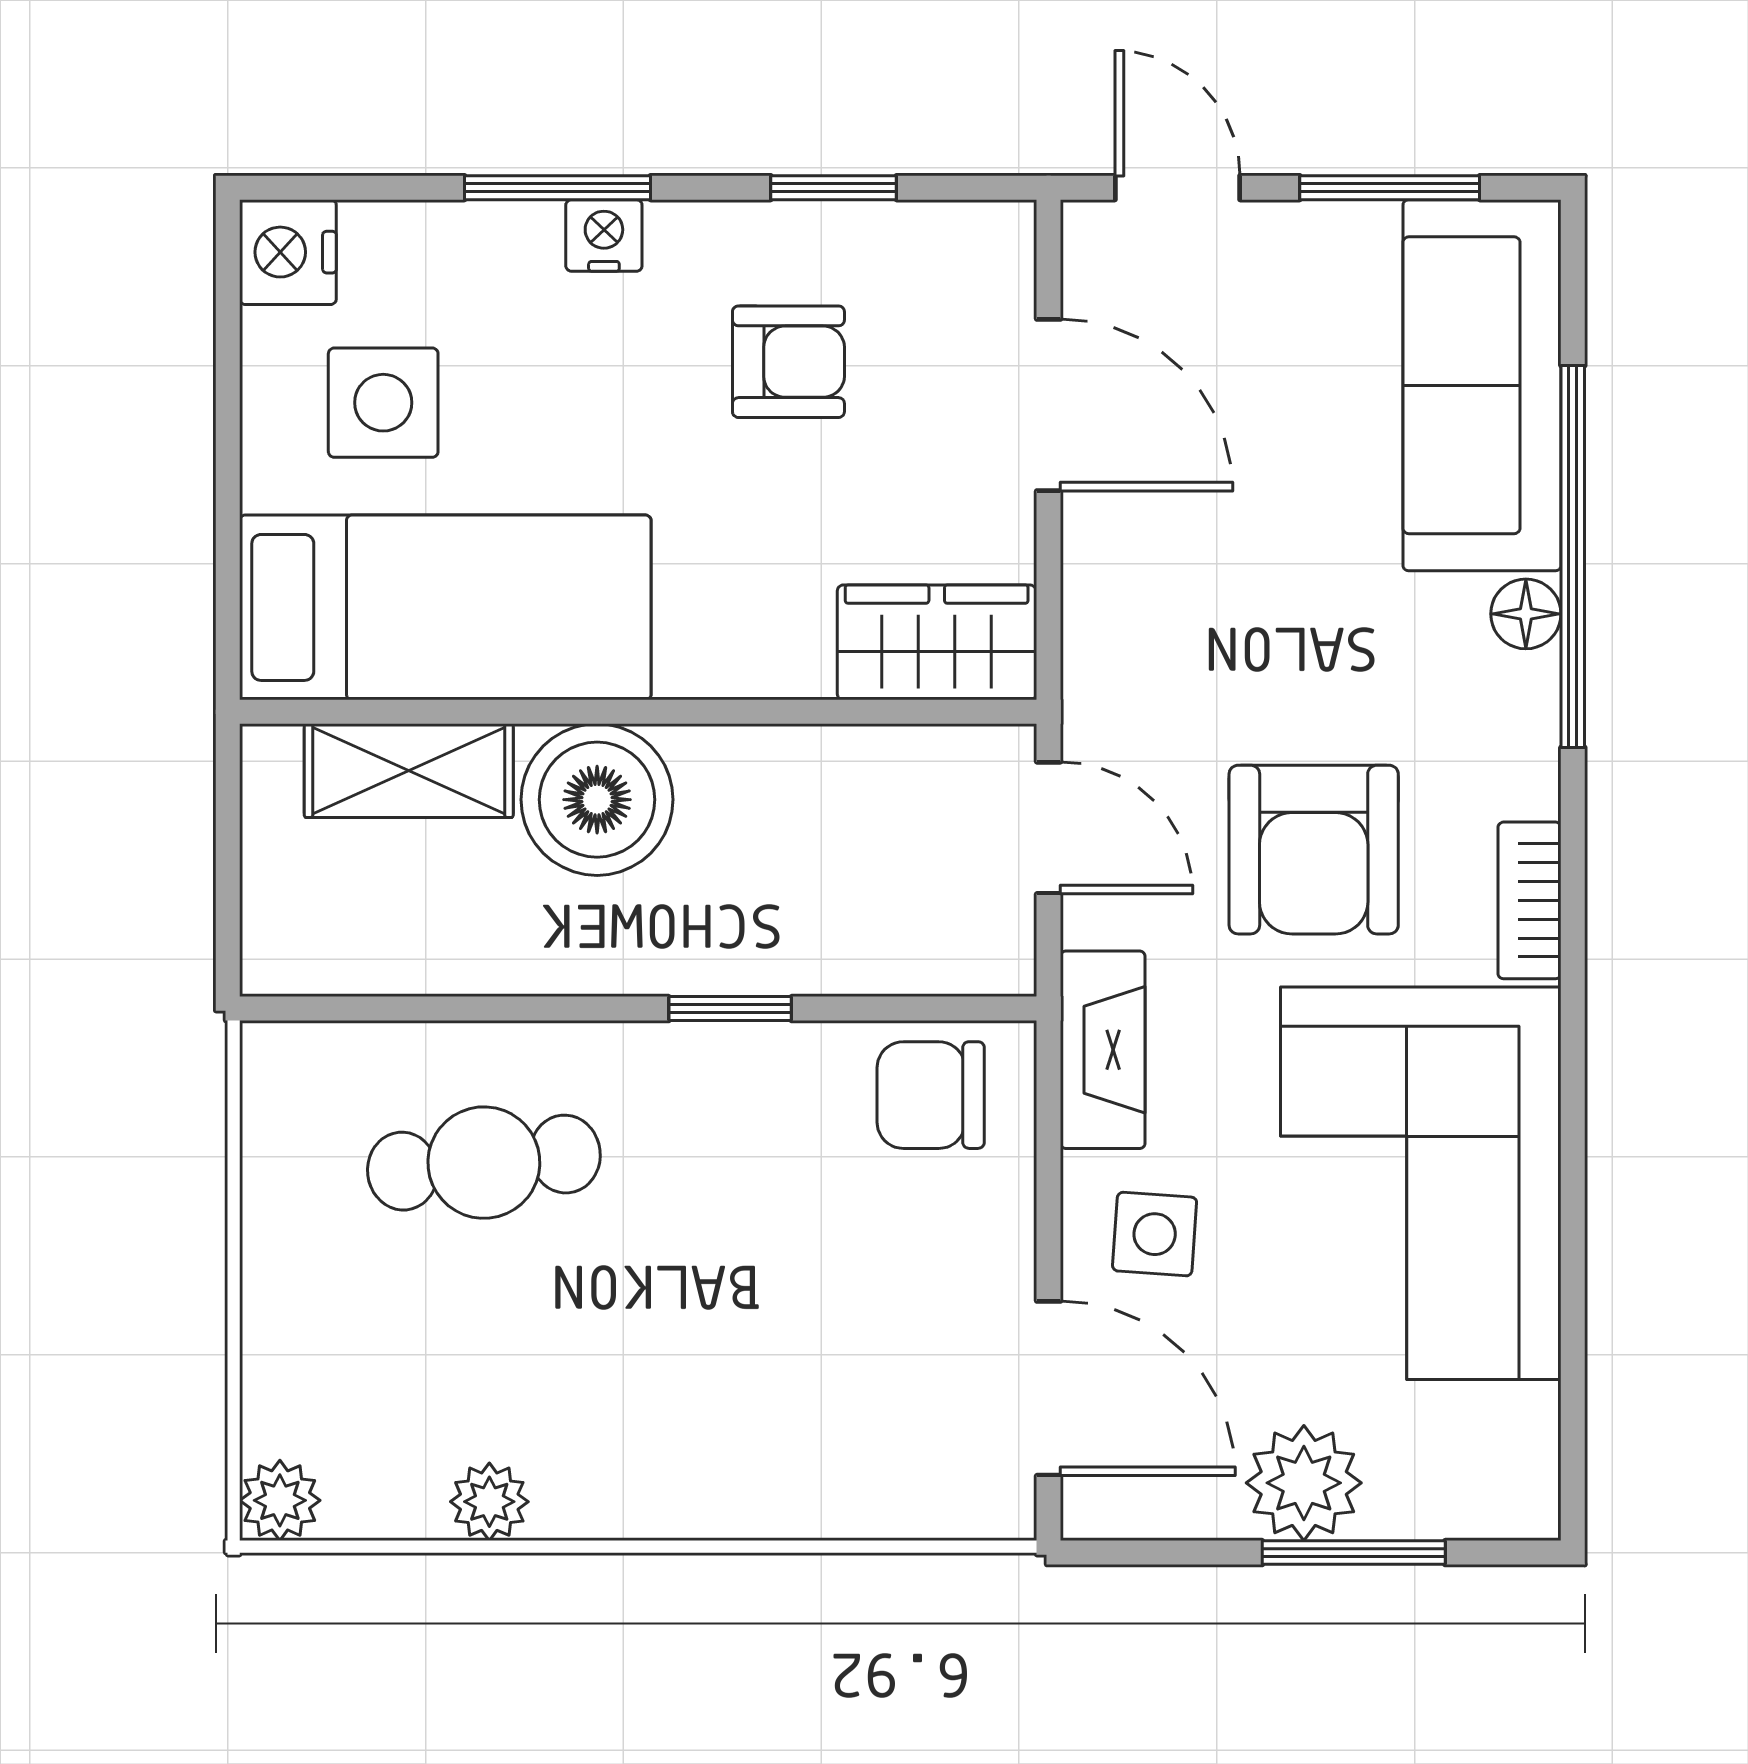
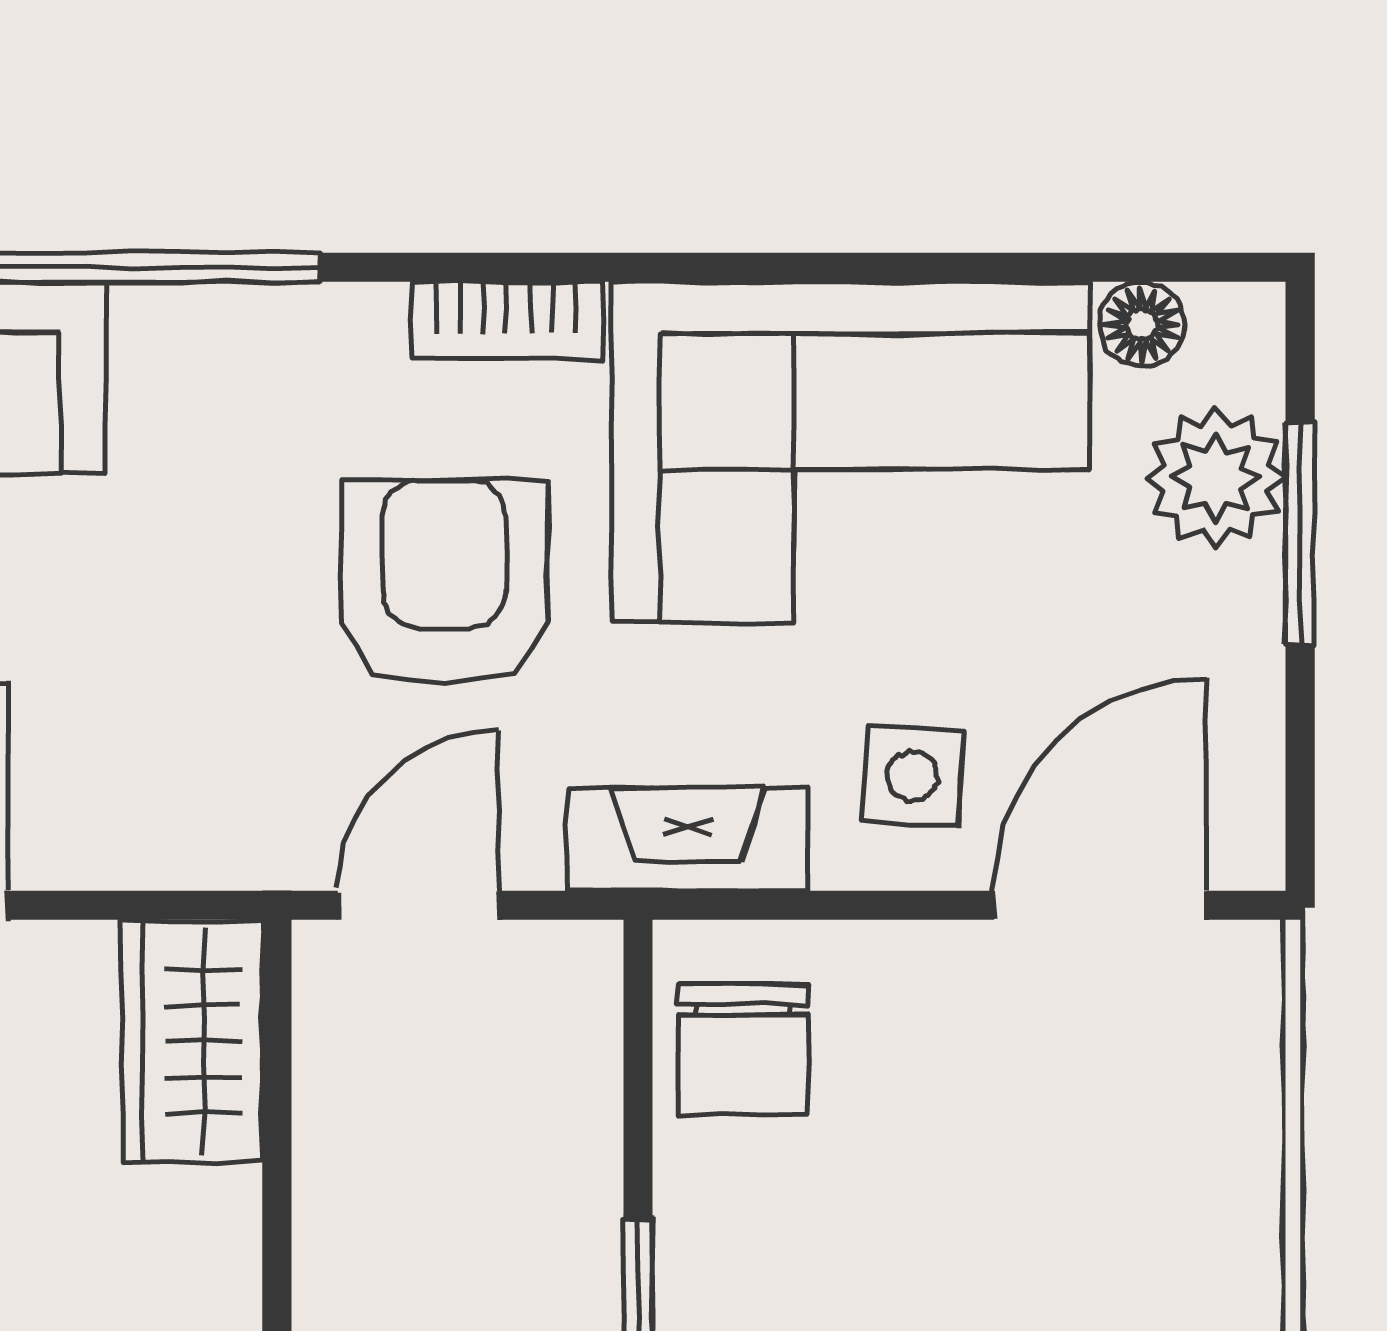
floor lamp: (1526, 614) -> (1142, 324), moved
armchair: (1314, 850) -> (444, 583), turned -90
plant: (1304, 1483) -> (1215, 477), moved

